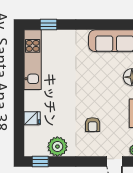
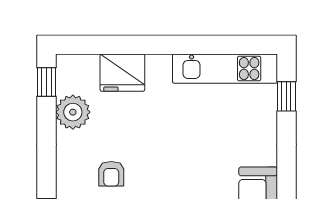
fridge: (32, 118) -> (122, 73), width x1.88, depth x1.34
armchair: (93, 125) -> (111, 174), turned -90

